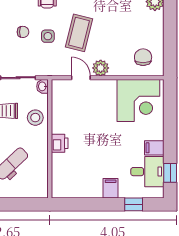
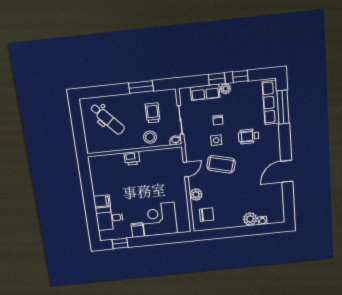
plant: (101, 68) -> (196, 195), moved
corner desk: (138, 101) -> (159, 219), moved, turned 90
desk: (147, 172) -> (110, 218), moved, turned 90
window: (134, 204) -> (92, 219), removed

